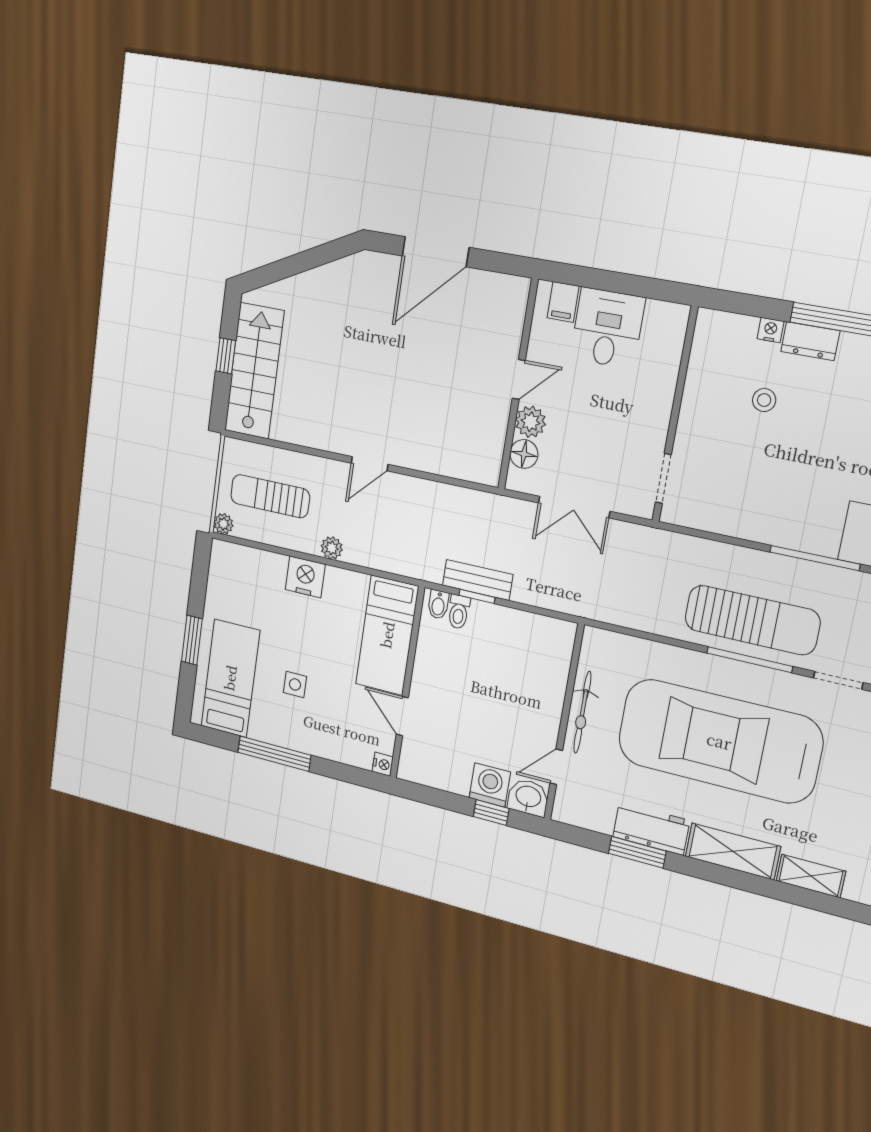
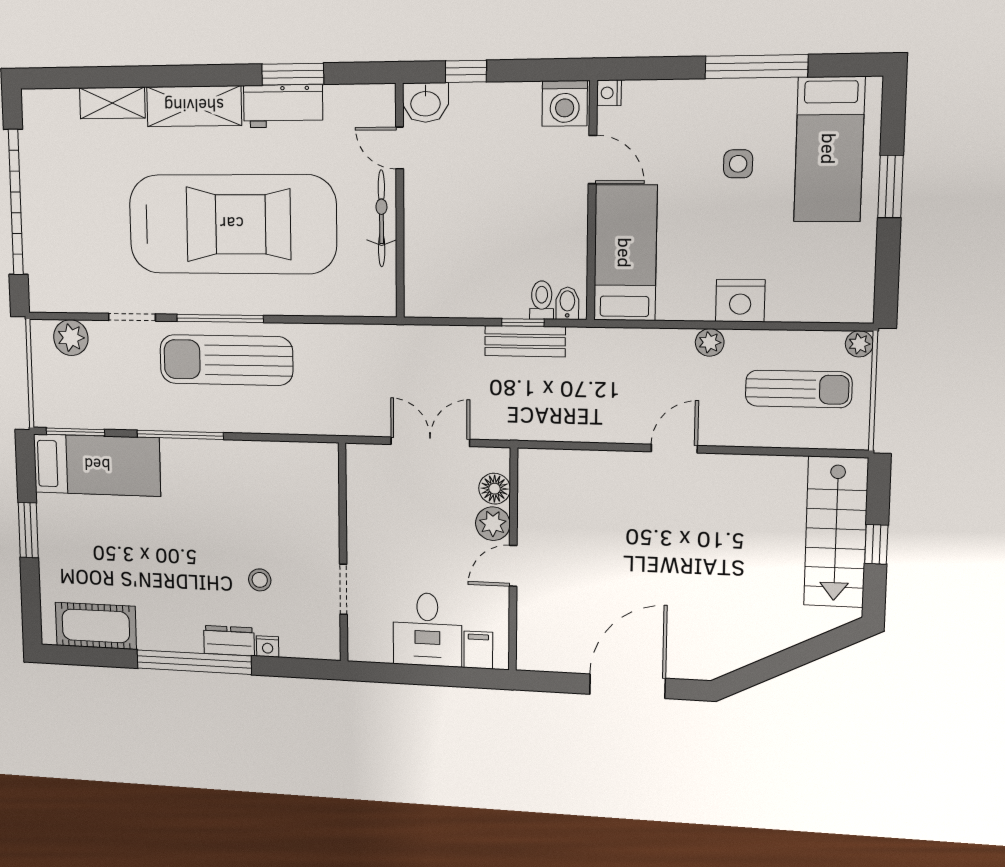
doorway: (663, 478) -> (343, 589), moved
door: (556, 767) -> (400, 148), swing flipped
washing machine: (490, 785) -> (565, 103), moved

